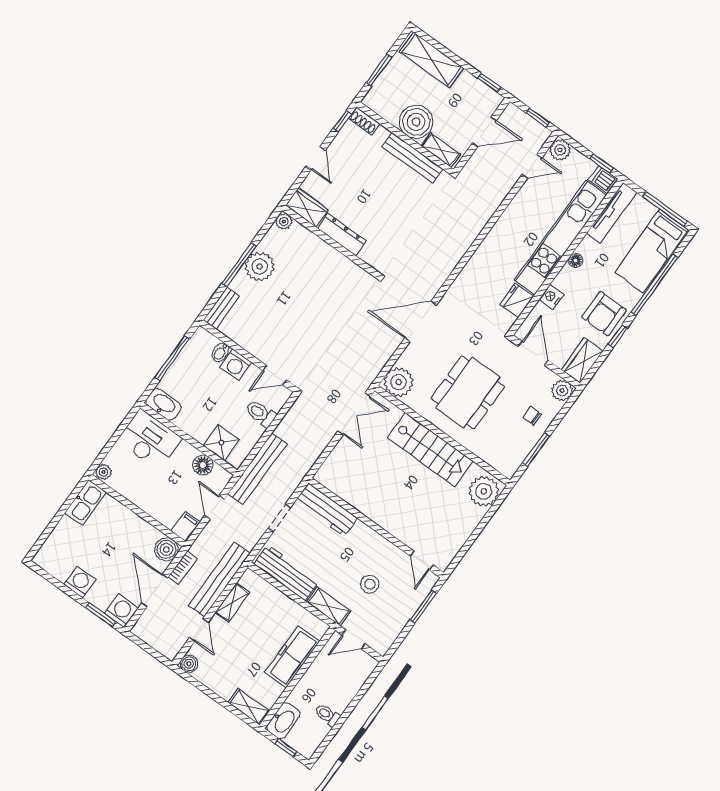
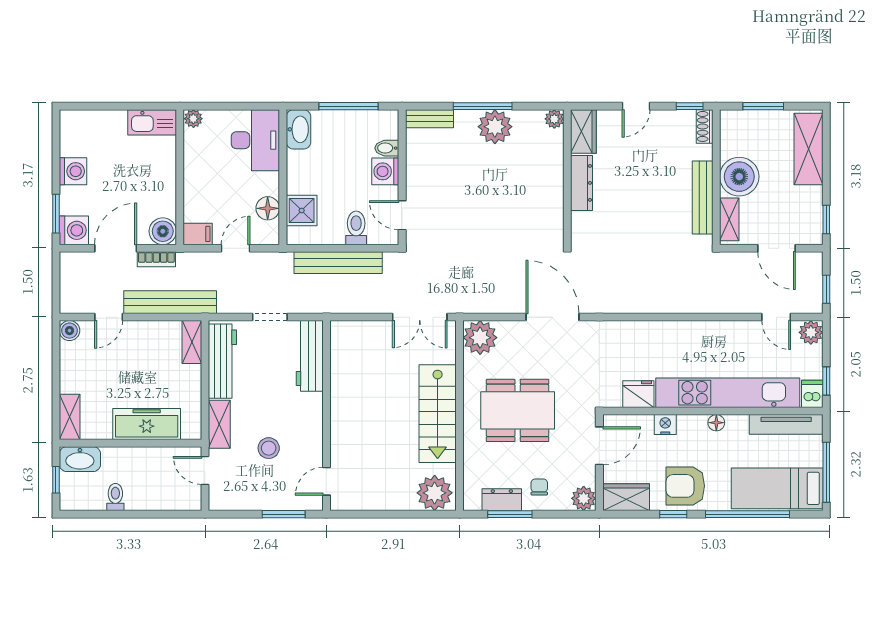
dresser: (522, 448) -> (502, 500), added
bench: (257, 469) -> (338, 263), moved
shelving: (232, 602) -> (192, 342), moved, turned 90

